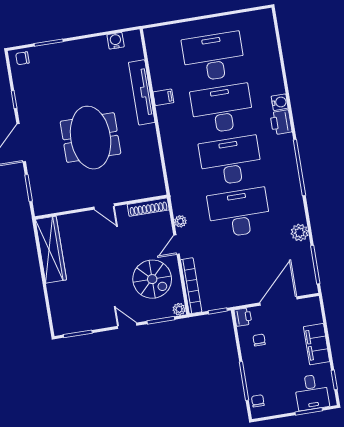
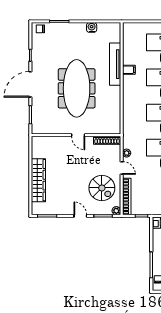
water cooler: (116, 41) -> (92, 27), moved
meeting table: (91, 138) -> (77, 88), width x1.36
door: (176, 245) -> (122, 168), swing flipped
wardrobe: (51, 250) -> (38, 180), moved

